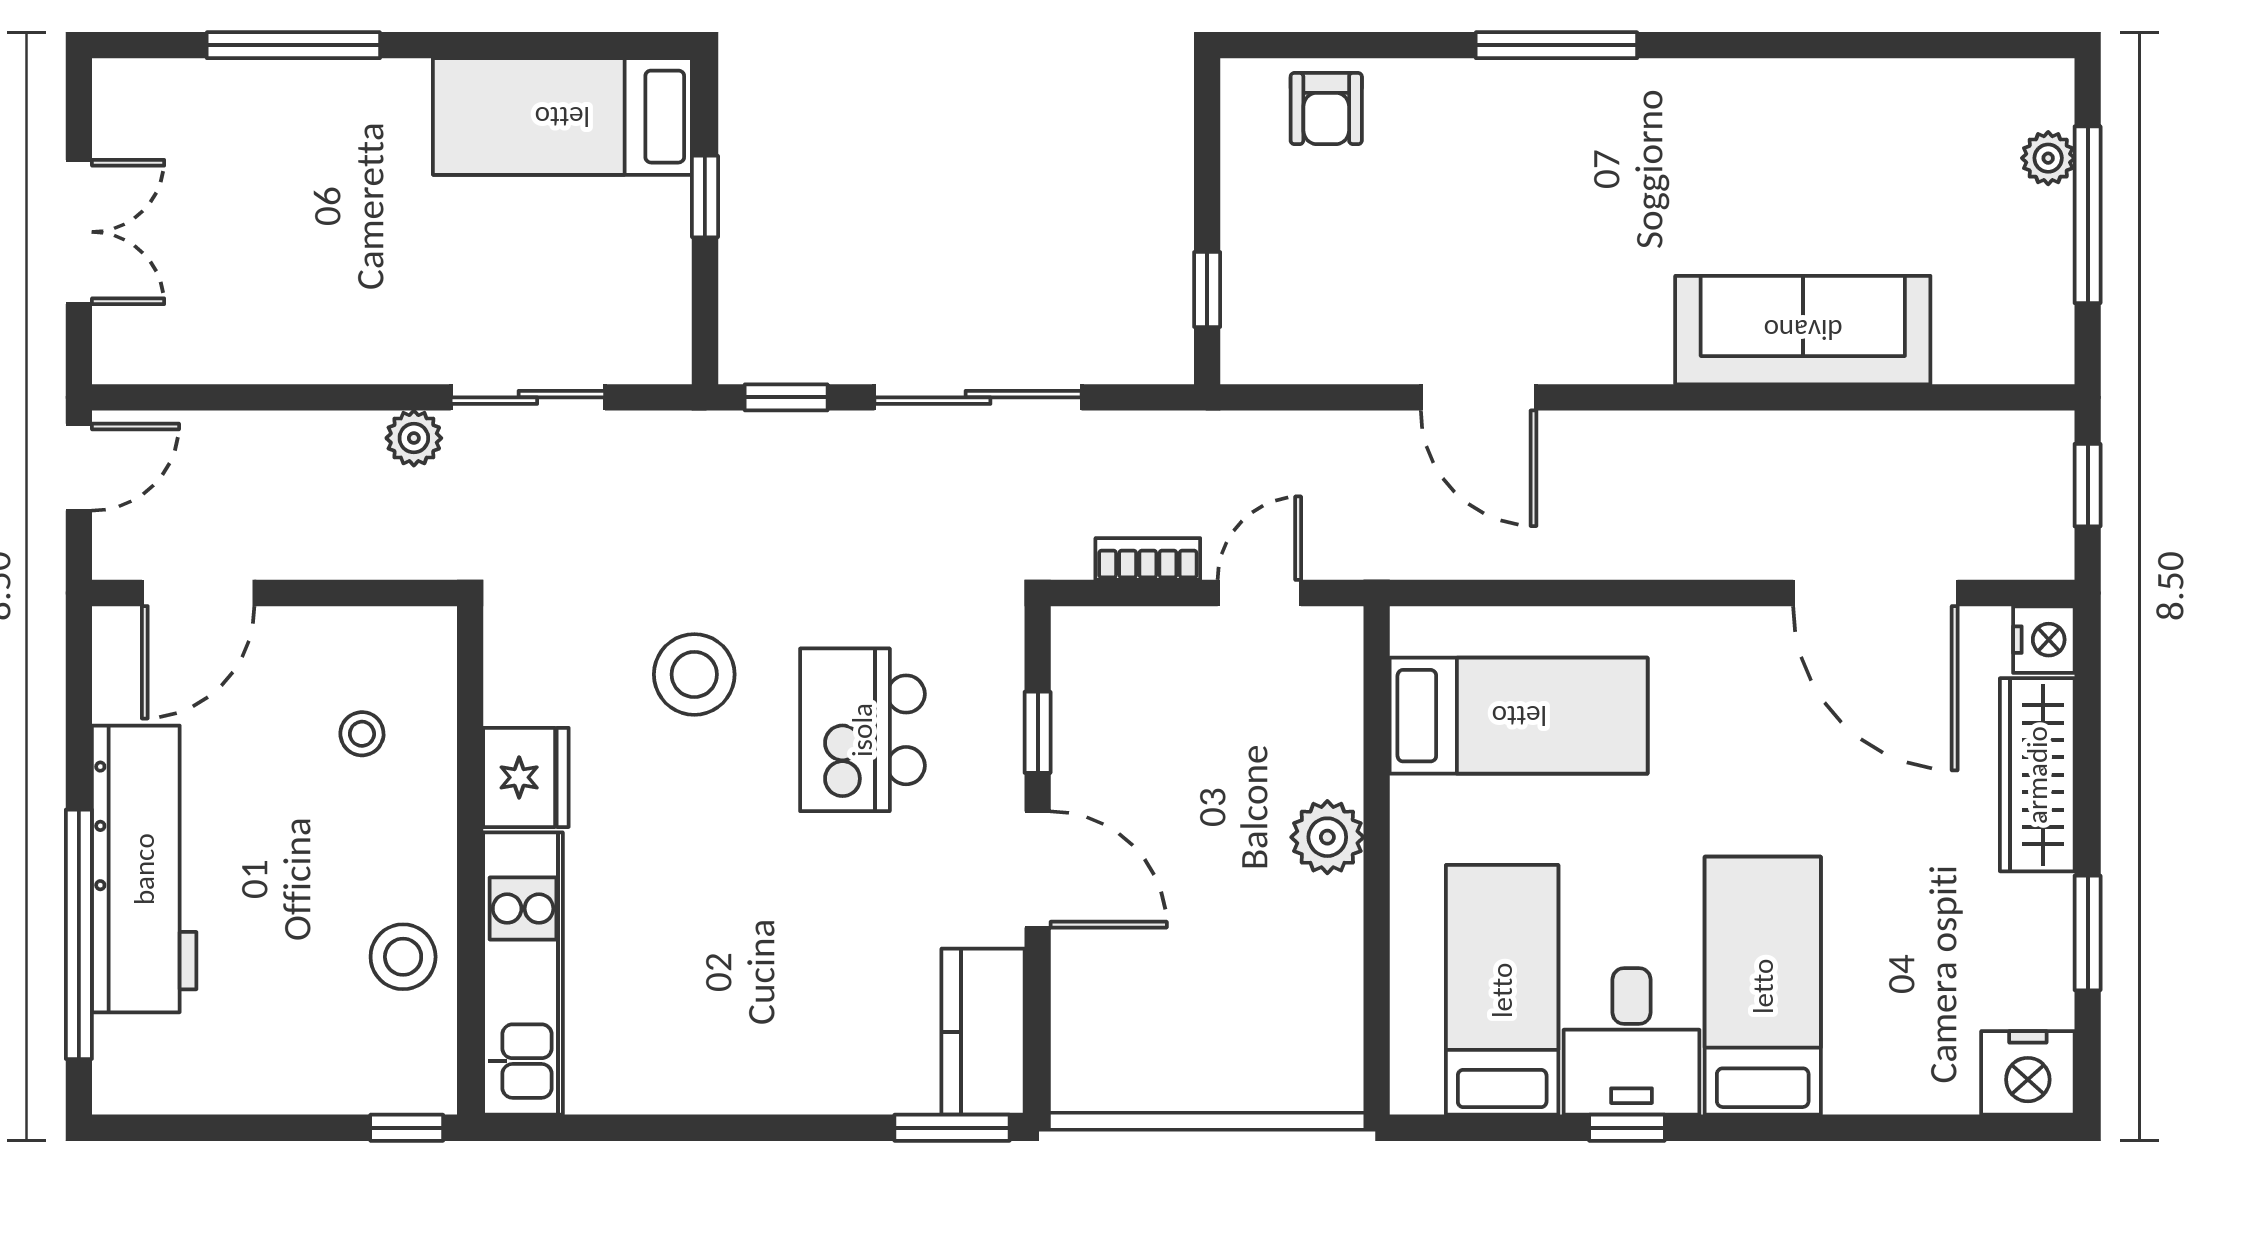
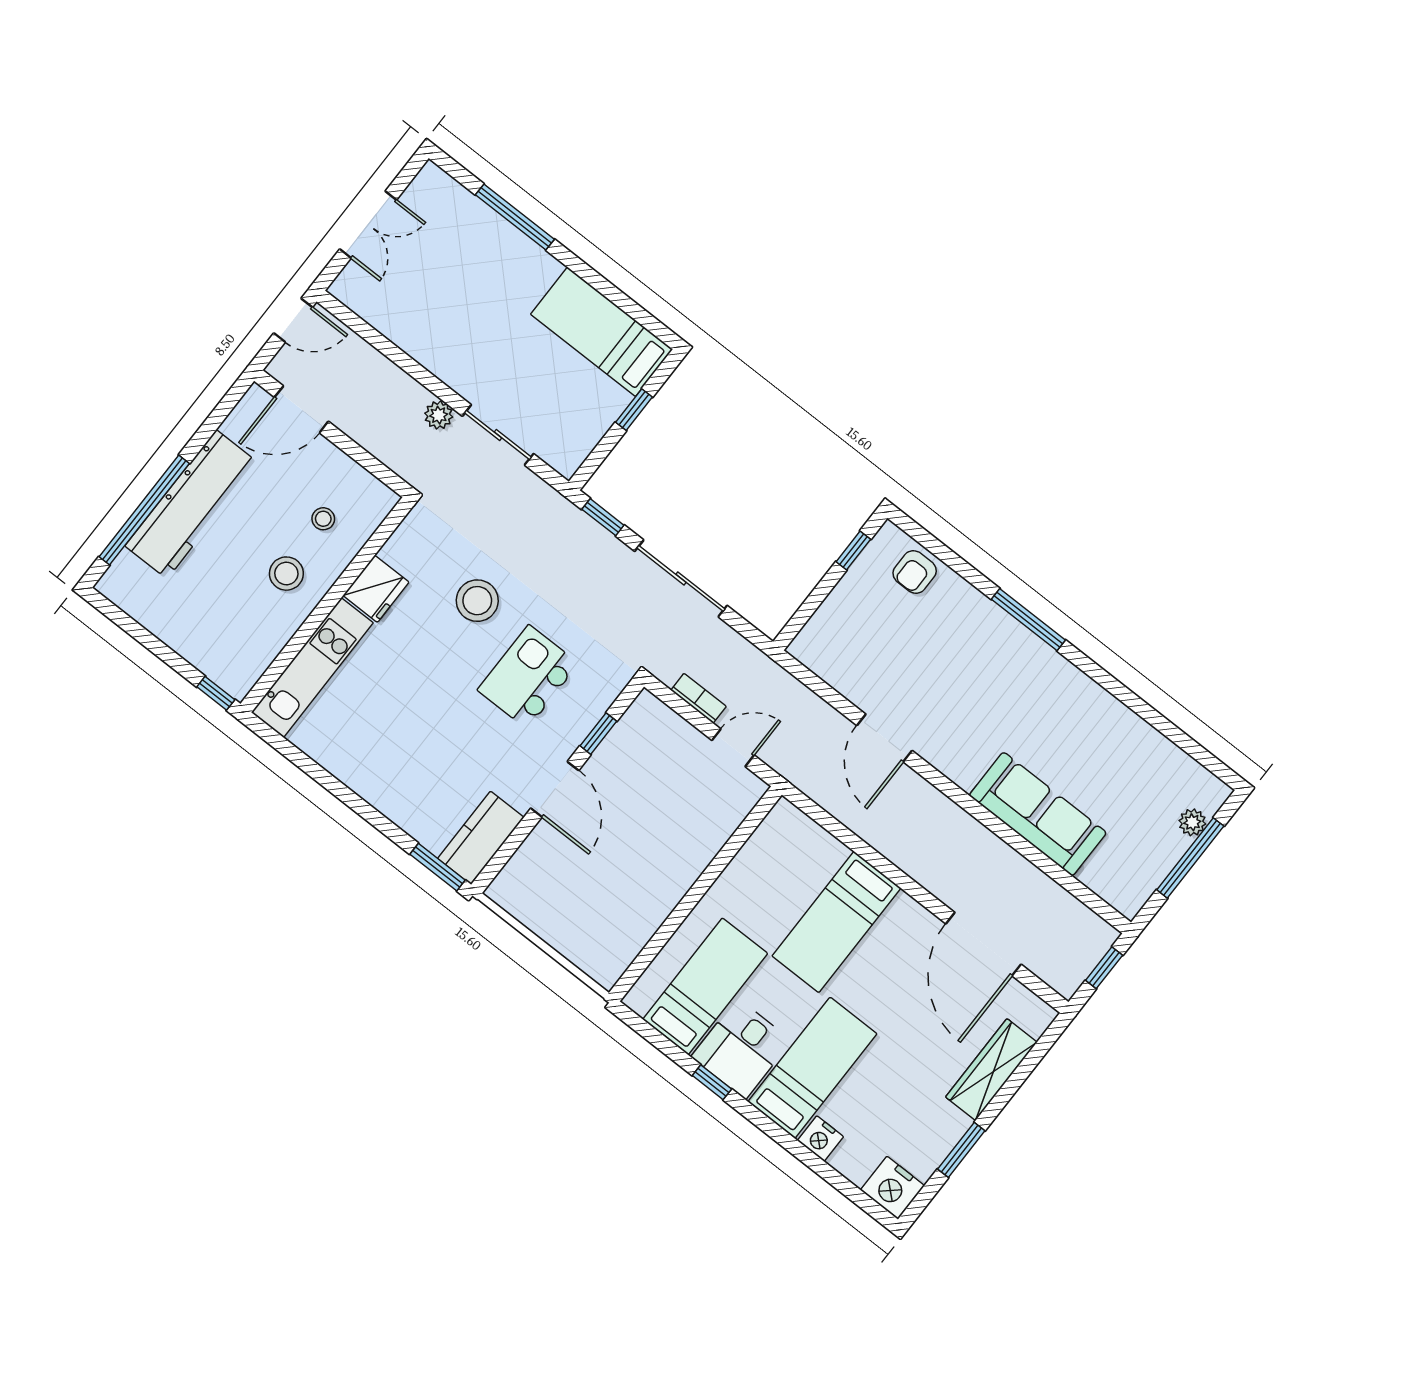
window: (1207, 289) -> (853, 550), moved
nightstand: (2044, 640) -> (820, 1139), moved, turned 90
bed: (1519, 716) -> (836, 922), moved, turned 90
plant: (1327, 837) -> (683, 869), removed
stool: (403, 957) -> (286, 574), moved

